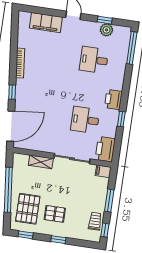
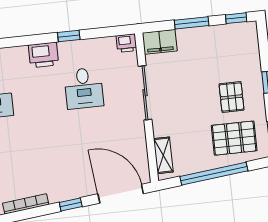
printer: (105, 149) -> (127, 43), width x0.53, depth x0.68
shelving: (41, 162) -> (163, 155), moved
filing cabinet: (103, 171) -> (160, 42), width x2.00
trolley: (95, 221) -> (227, 36), removed

